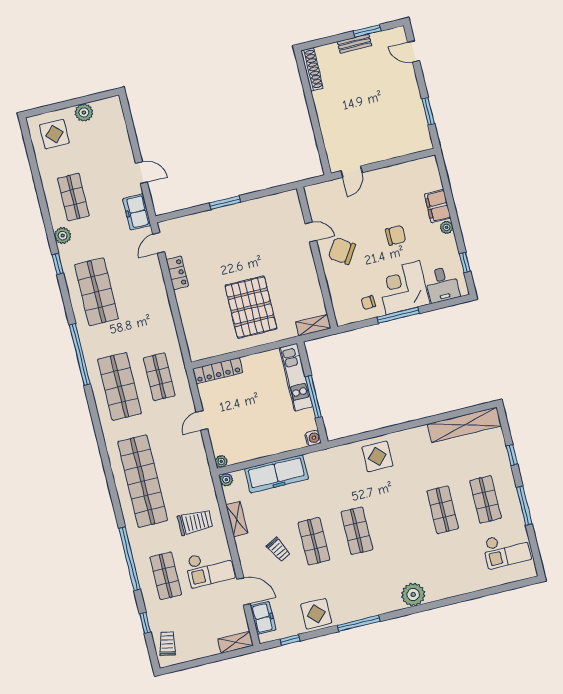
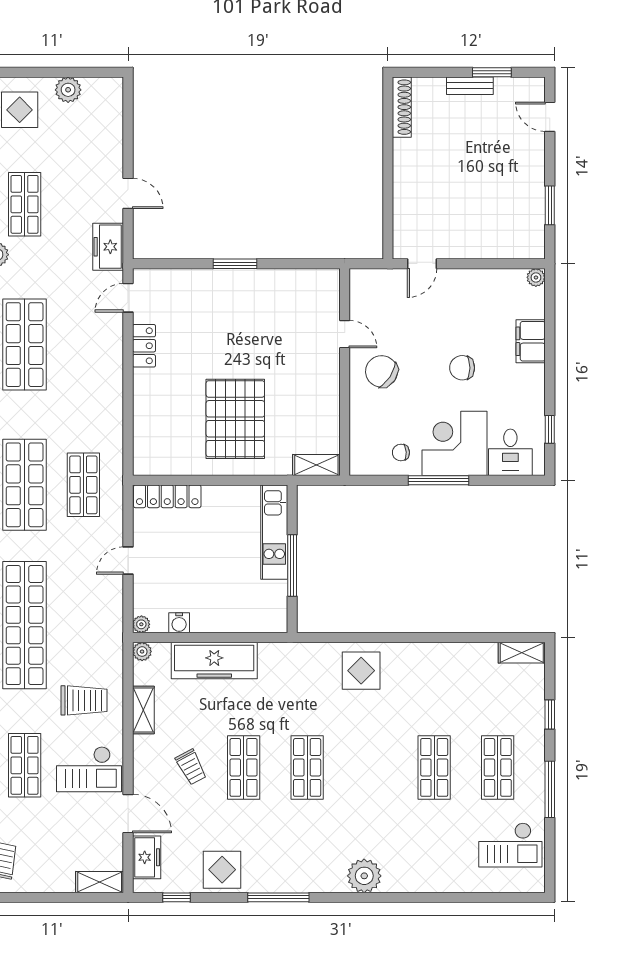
plant: (447, 227) -> (536, 277), moved
chair: (396, 235) -> (462, 368), turned 180
shelving: (464, 425) -> (522, 653), width x0.45, depth x0.75
water cooler: (313, 438) -> (179, 623), moved, turned 90

